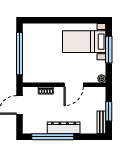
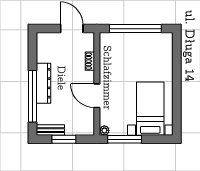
window: (109, 50) -> (125, 139), moved
window: (53, 137) -> (32, 96), moved

